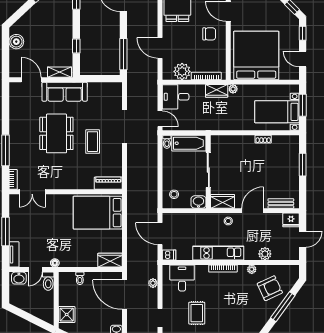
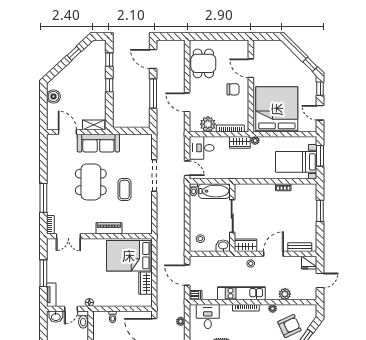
window: (76, 46) -> (109, 85), moved
window: (123, 54) -> (153, 94), moved
piano: (108, 183) -> (109, 228), moved
wardrobe: (110, 260) -> (146, 283), moved, turned -90

